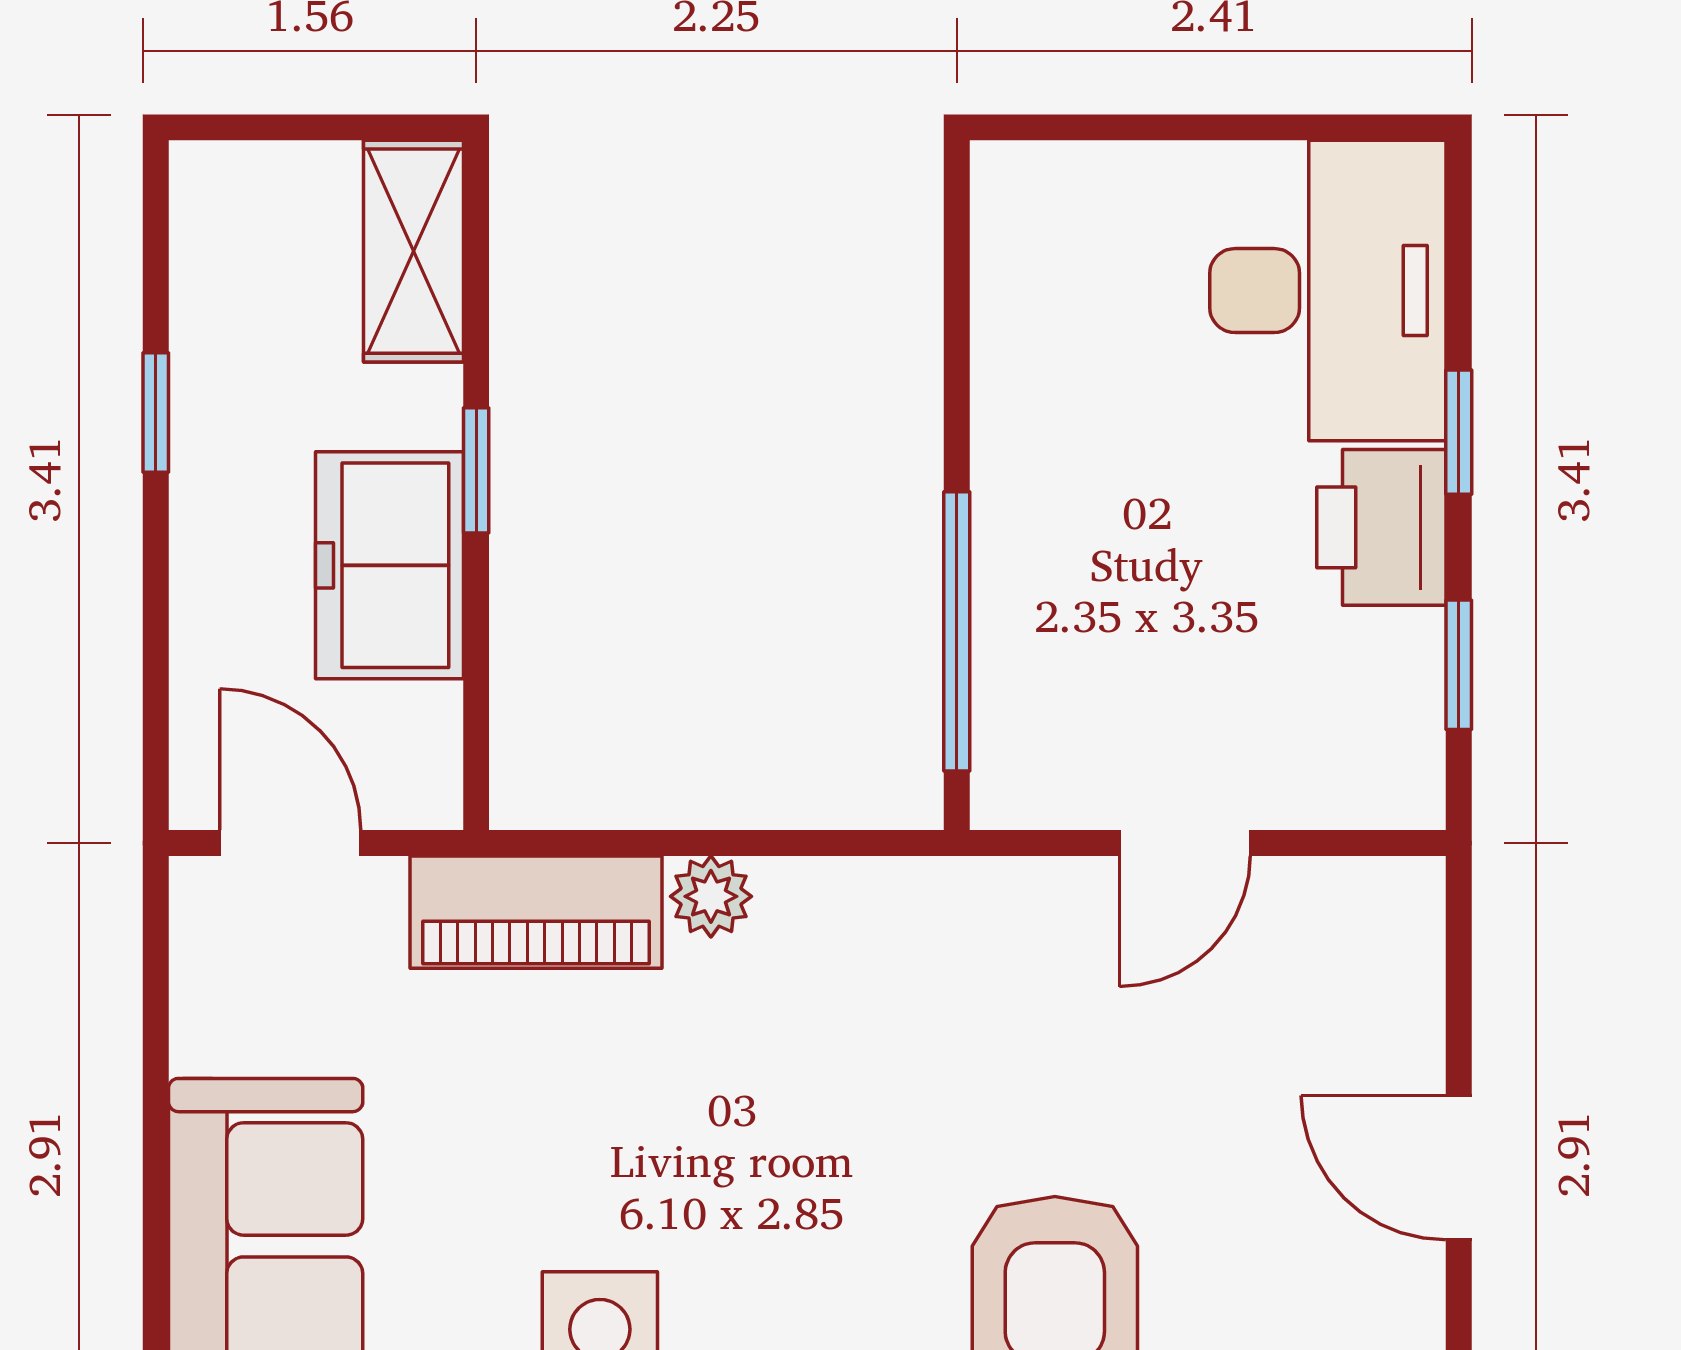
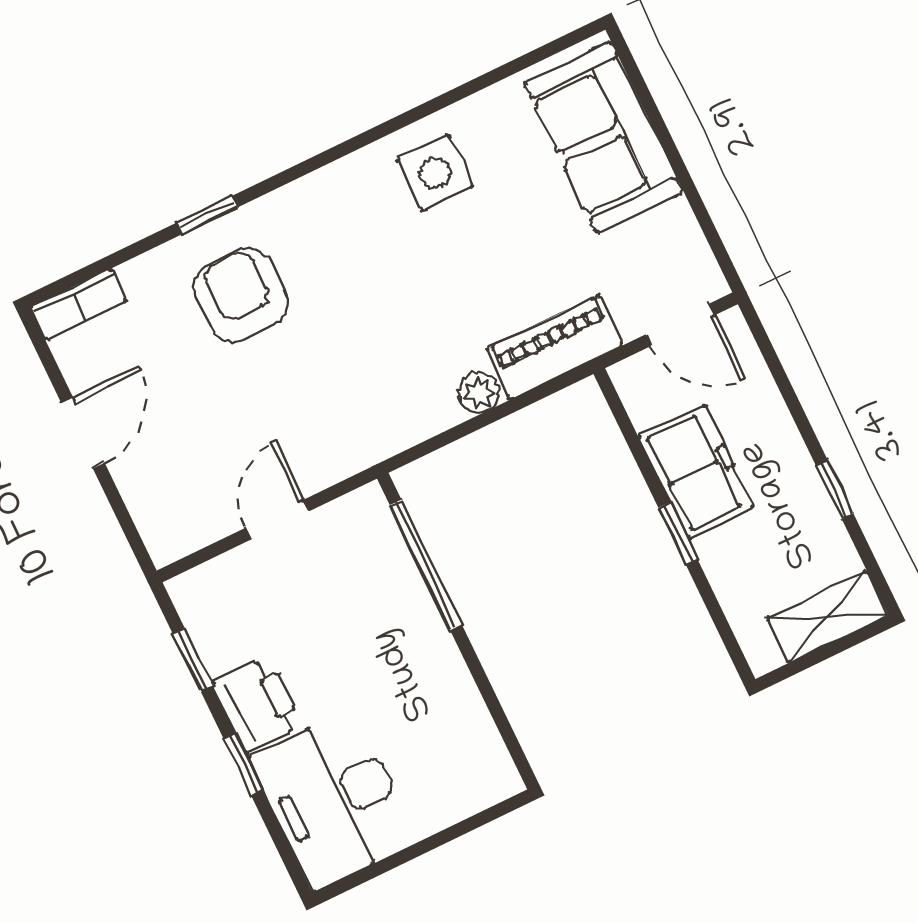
shelving: (413, 251) -> (827, 617), moved, turned 90
door: (1459, 1168) -> (83, 433), hinge flipped

